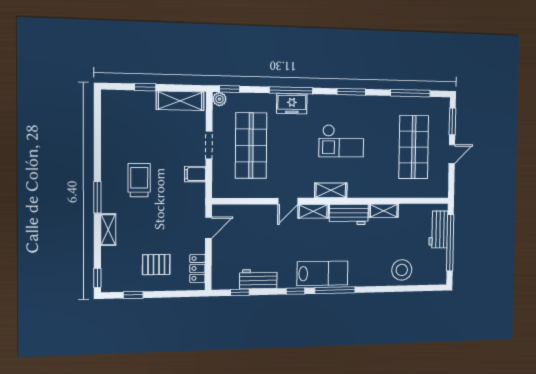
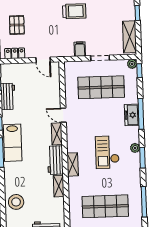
plant: (338, 101) -> (135, 148), added
shelving: (331, 190) -> (73, 164), moved

